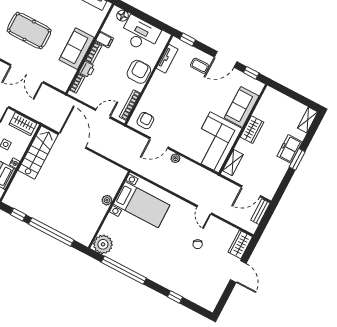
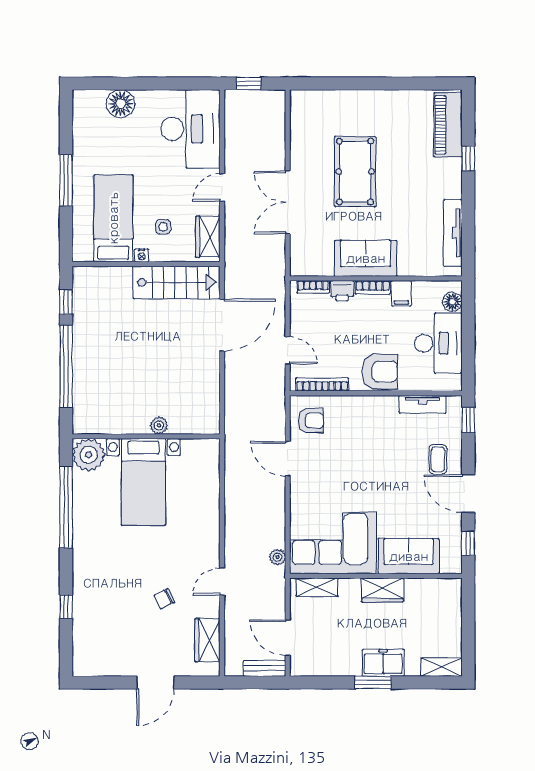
plant: (175, 158) -> (278, 557), moved
bed with nightstands: (142, 205) -> (143, 482), moved
wardrobe: (240, 244) -> (207, 640), moved, turned -90

